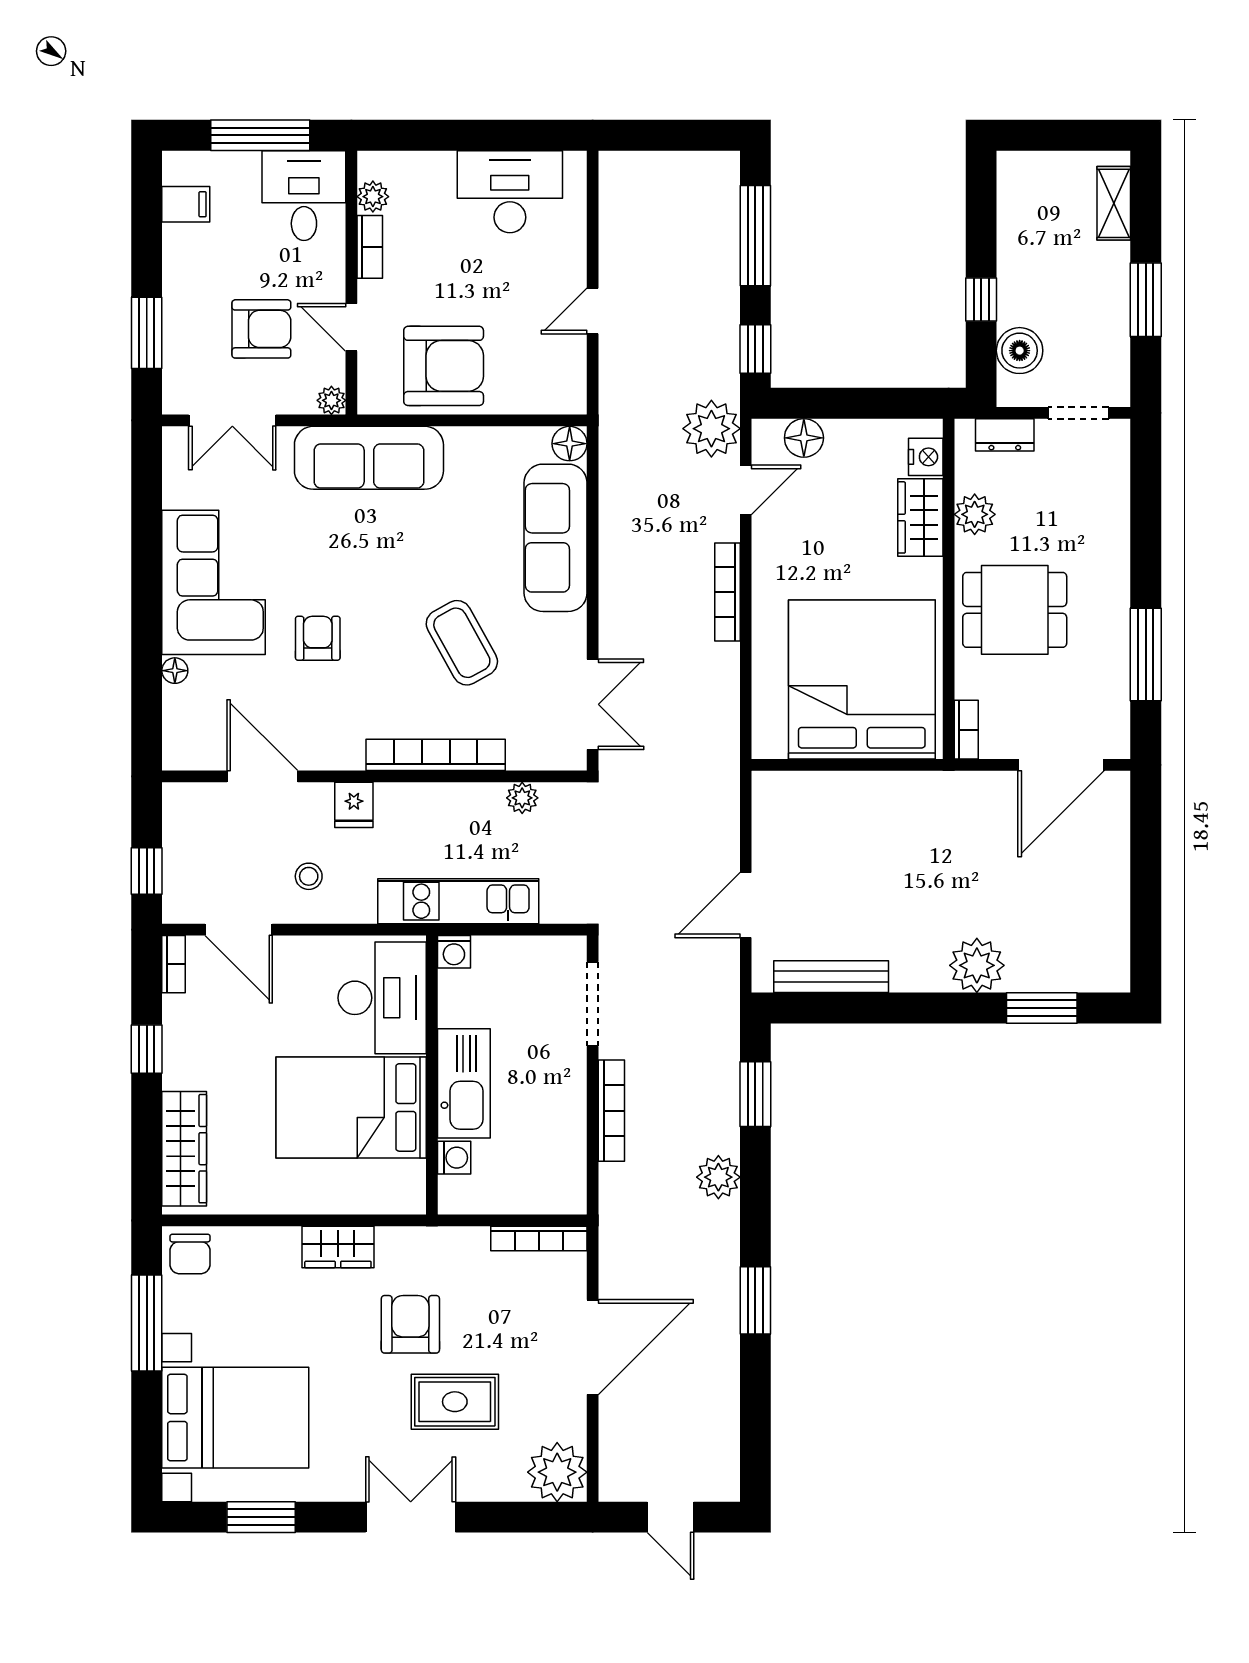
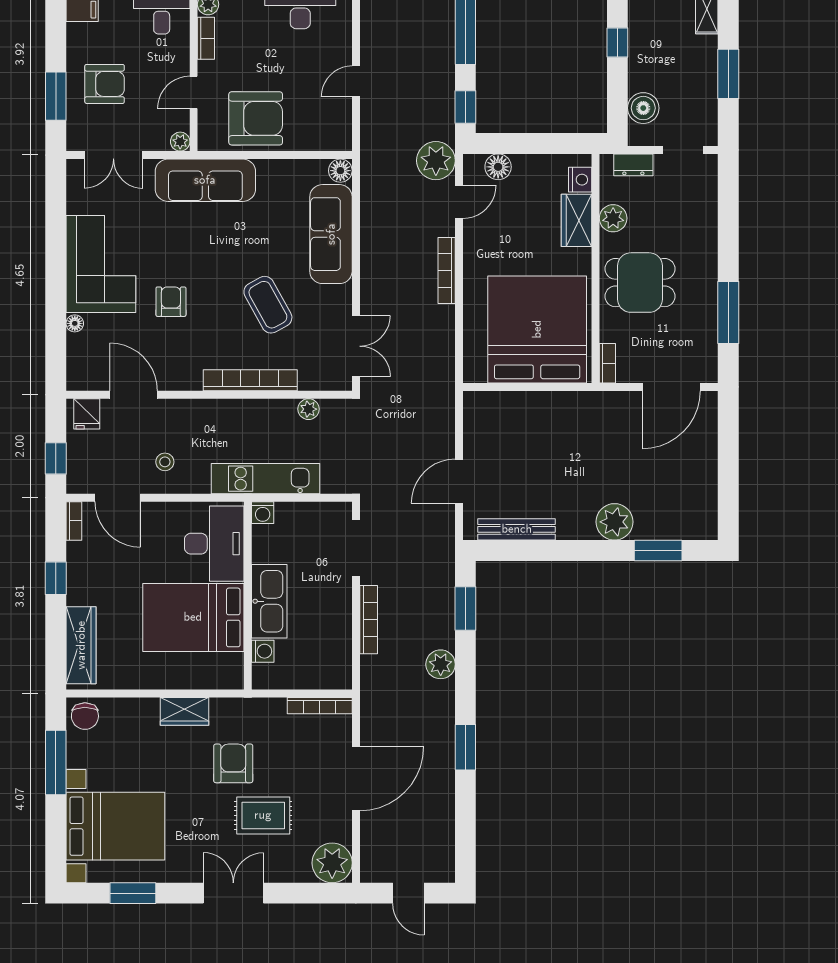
window: (981, 300) -> (617, 43), moved
door: (351, 327) -> (194, 92), hinge flipped
armchair: (261, 329) -> (105, 84), moved
fridge: (354, 805) -> (87, 414), moved

